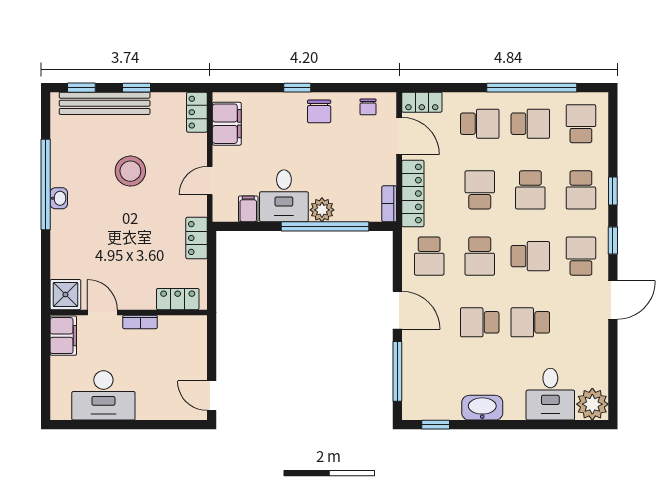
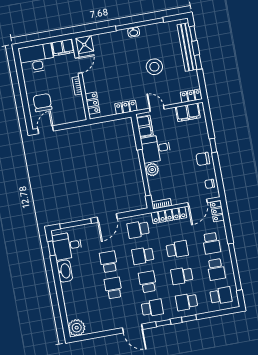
filing cabinet: (248, 209) -> (145, 126), width x2.00
school desk: (530, 256) -> (148, 282), turned 180
chair: (160, 392) -> (42, 103), added
desk: (550, 394) -> (67, 246), moved
desk: (103, 395) -> (37, 58), moved, turned 90

